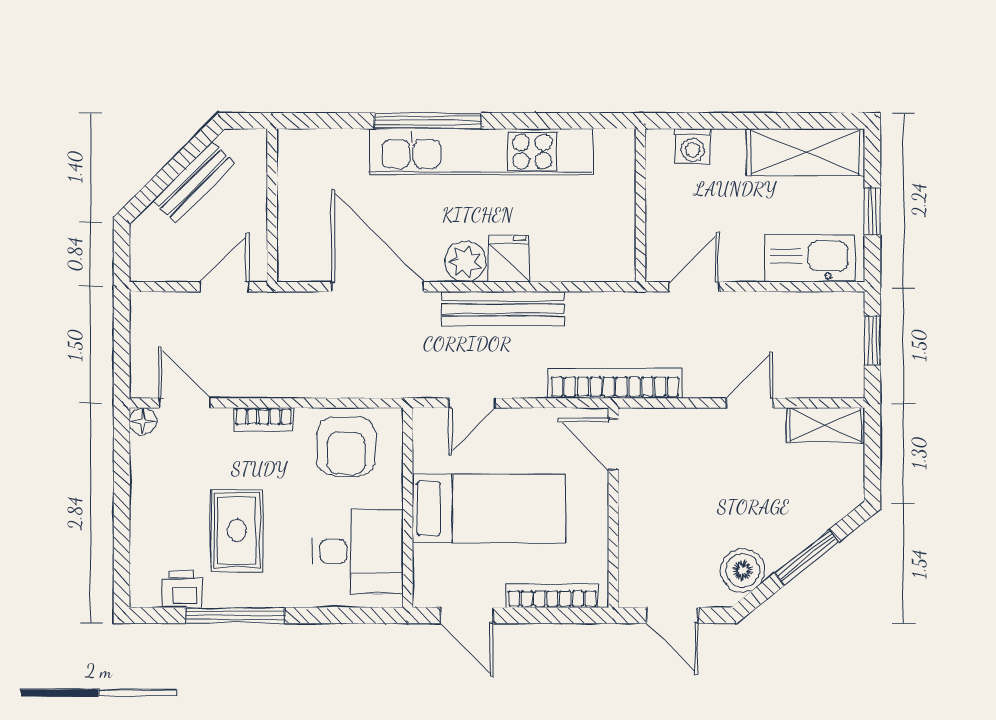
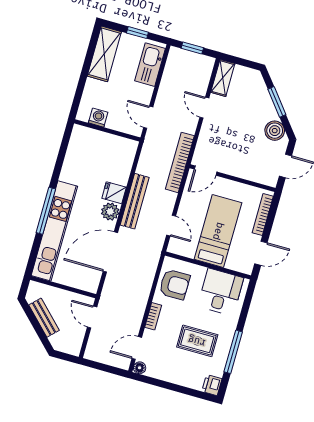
washing machine: (693, 146) -> (98, 118), moved, turned -90
kitchen unit: (481, 152) -> (54, 231), moved
printer: (182, 589) -> (212, 385), moved

